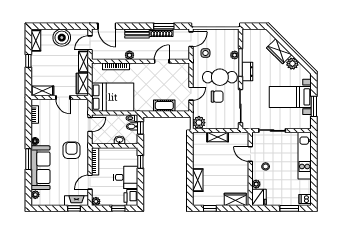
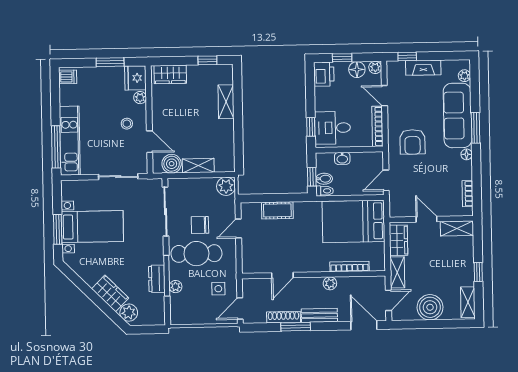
window: (164, 26) -> (296, 327), moved
plant: (292, 64) -> (129, 313), moved
dresser: (247, 72) -> (157, 279), moved
window: (314, 106) -> (58, 229), moved
boiler: (236, 139) -> (172, 164), added
window: (314, 152) -> (56, 147), added
desk: (126, 177) -> (332, 128), moved
door: (90, 182) -> (384, 96), swing flipped
floor lamp: (108, 200) -> (357, 70), added
fireplace: (76, 201) -> (423, 68), moved
window: (289, 208) -> (110, 62), moved

